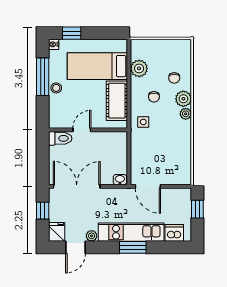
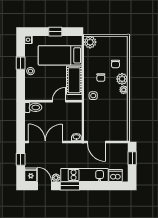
window: (72, 33) -> (55, 32), moved
plant: (139, 68) -> (90, 42), moved
window: (43, 77) -> (21, 63), width x0.46
door: (82, 130) -> (59, 101), moved
door: (76, 247) -> (44, 186), swing flipped
window: (133, 247) -> (70, 186), moved

